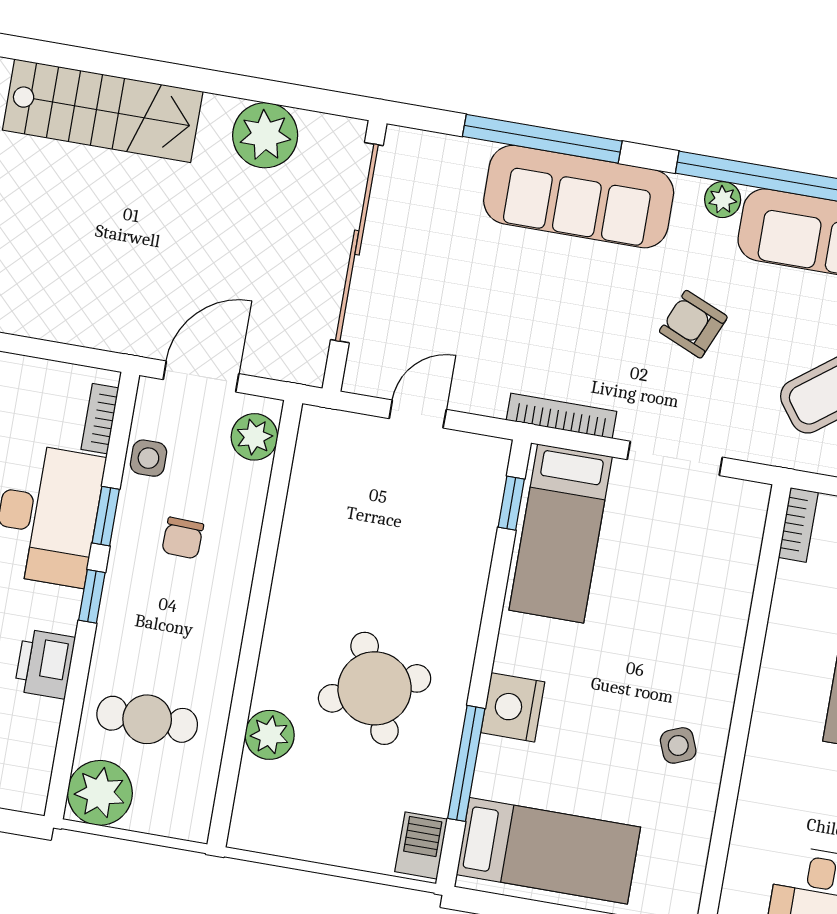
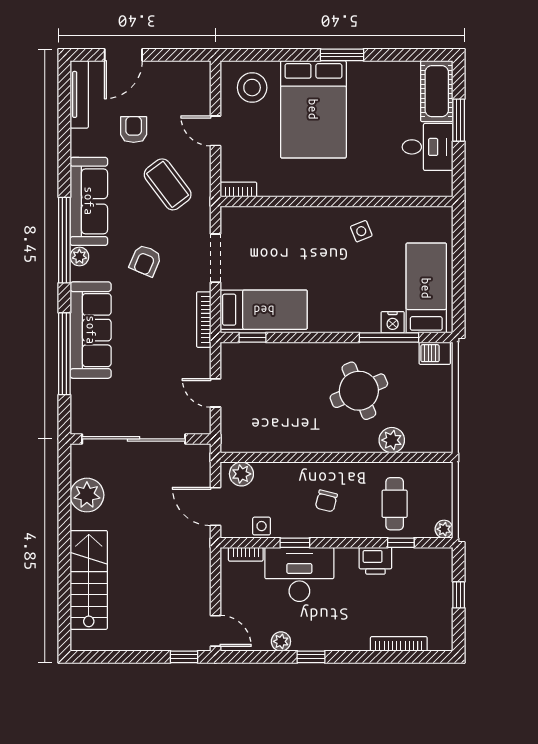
chair: (183, 538) -> (326, 501), moved, turned 102
window: (92, 596) -> (401, 543), moved
nightstand: (513, 707) -> (393, 322), moved, width x0.74, depth x0.75
plant: (100, 793) -> (444, 529), width x0.53, depth x0.53

